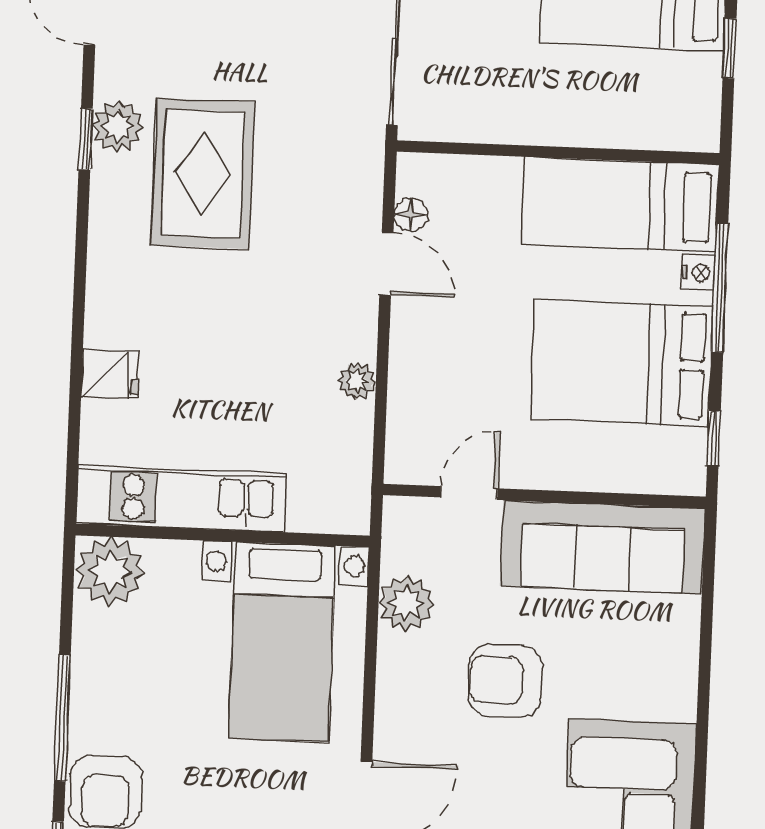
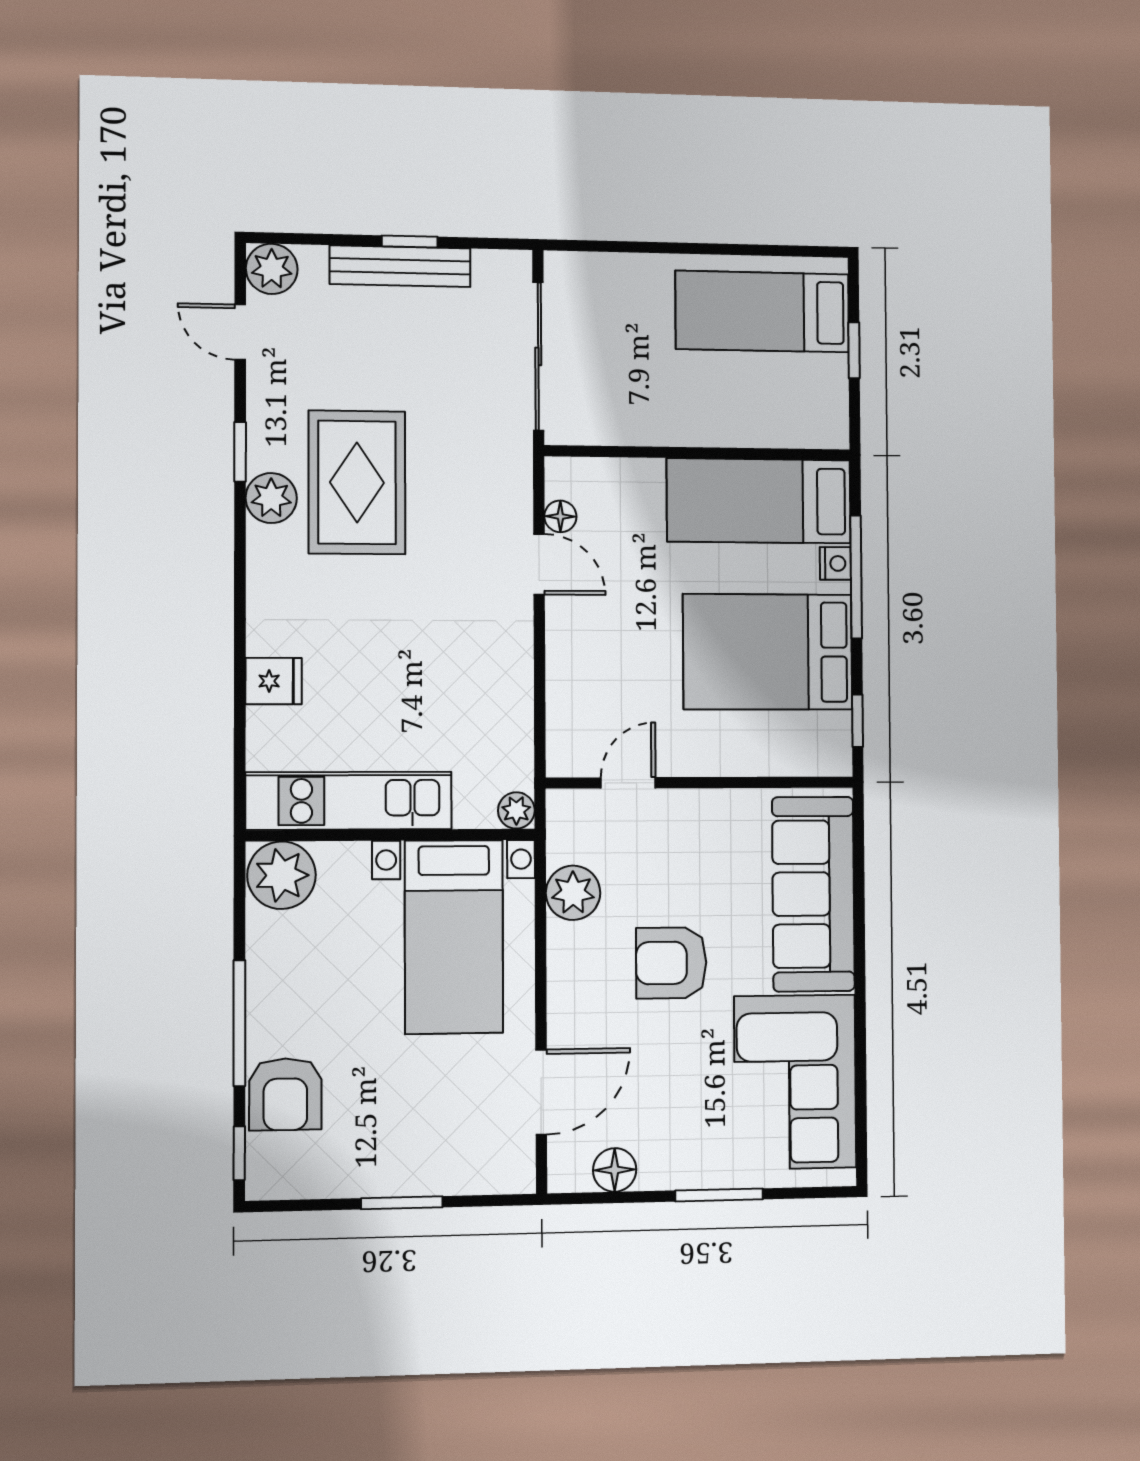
plant: (118, 127) -> (271, 498), moved
plant: (357, 381) -> (516, 810), moved
sofa: (603, 547) -> (813, 894), moved, turned 90

